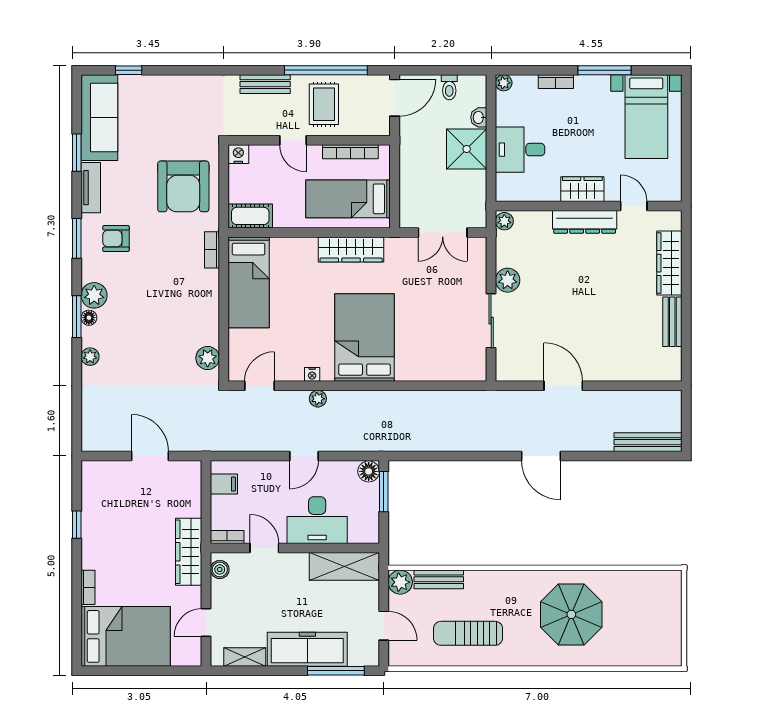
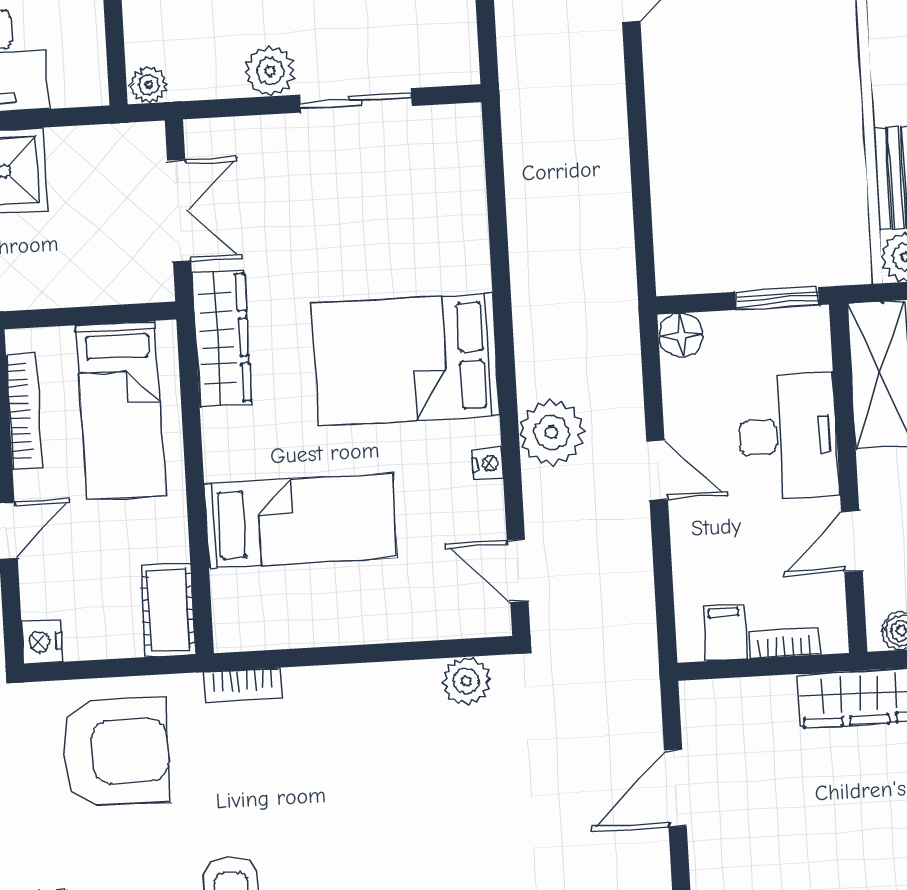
wardrobe: (351, 249) -> (222, 338), moved
bed: (249, 282) -> (300, 521), moved
plant: (318, 399) -> (552, 432), width x1.87, depth x1.87
window: (384, 492) -> (777, 298), moved
bookcase: (227, 537) -> (784, 643), moved, turned 90

